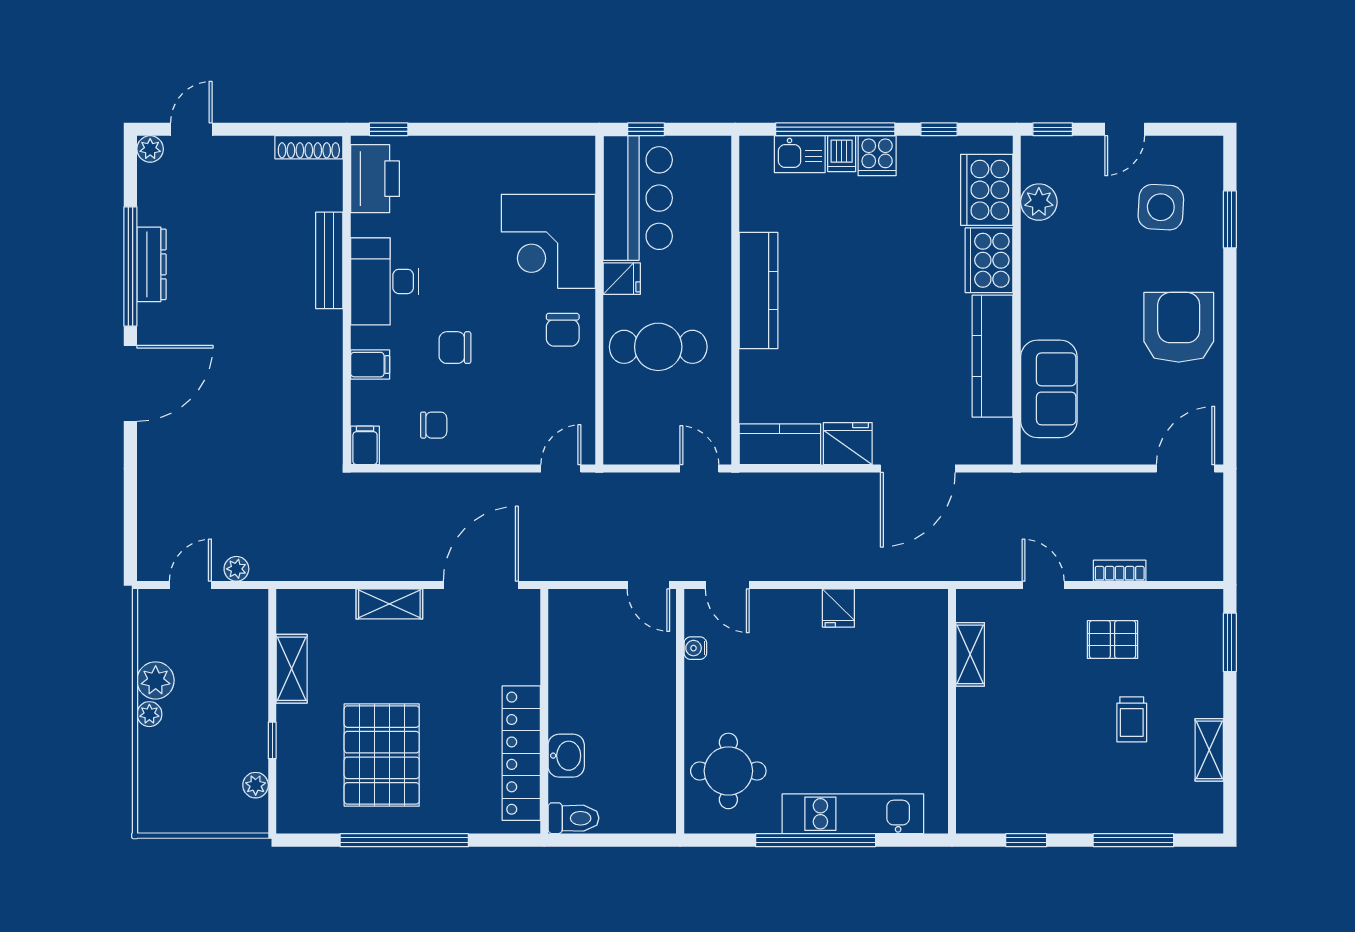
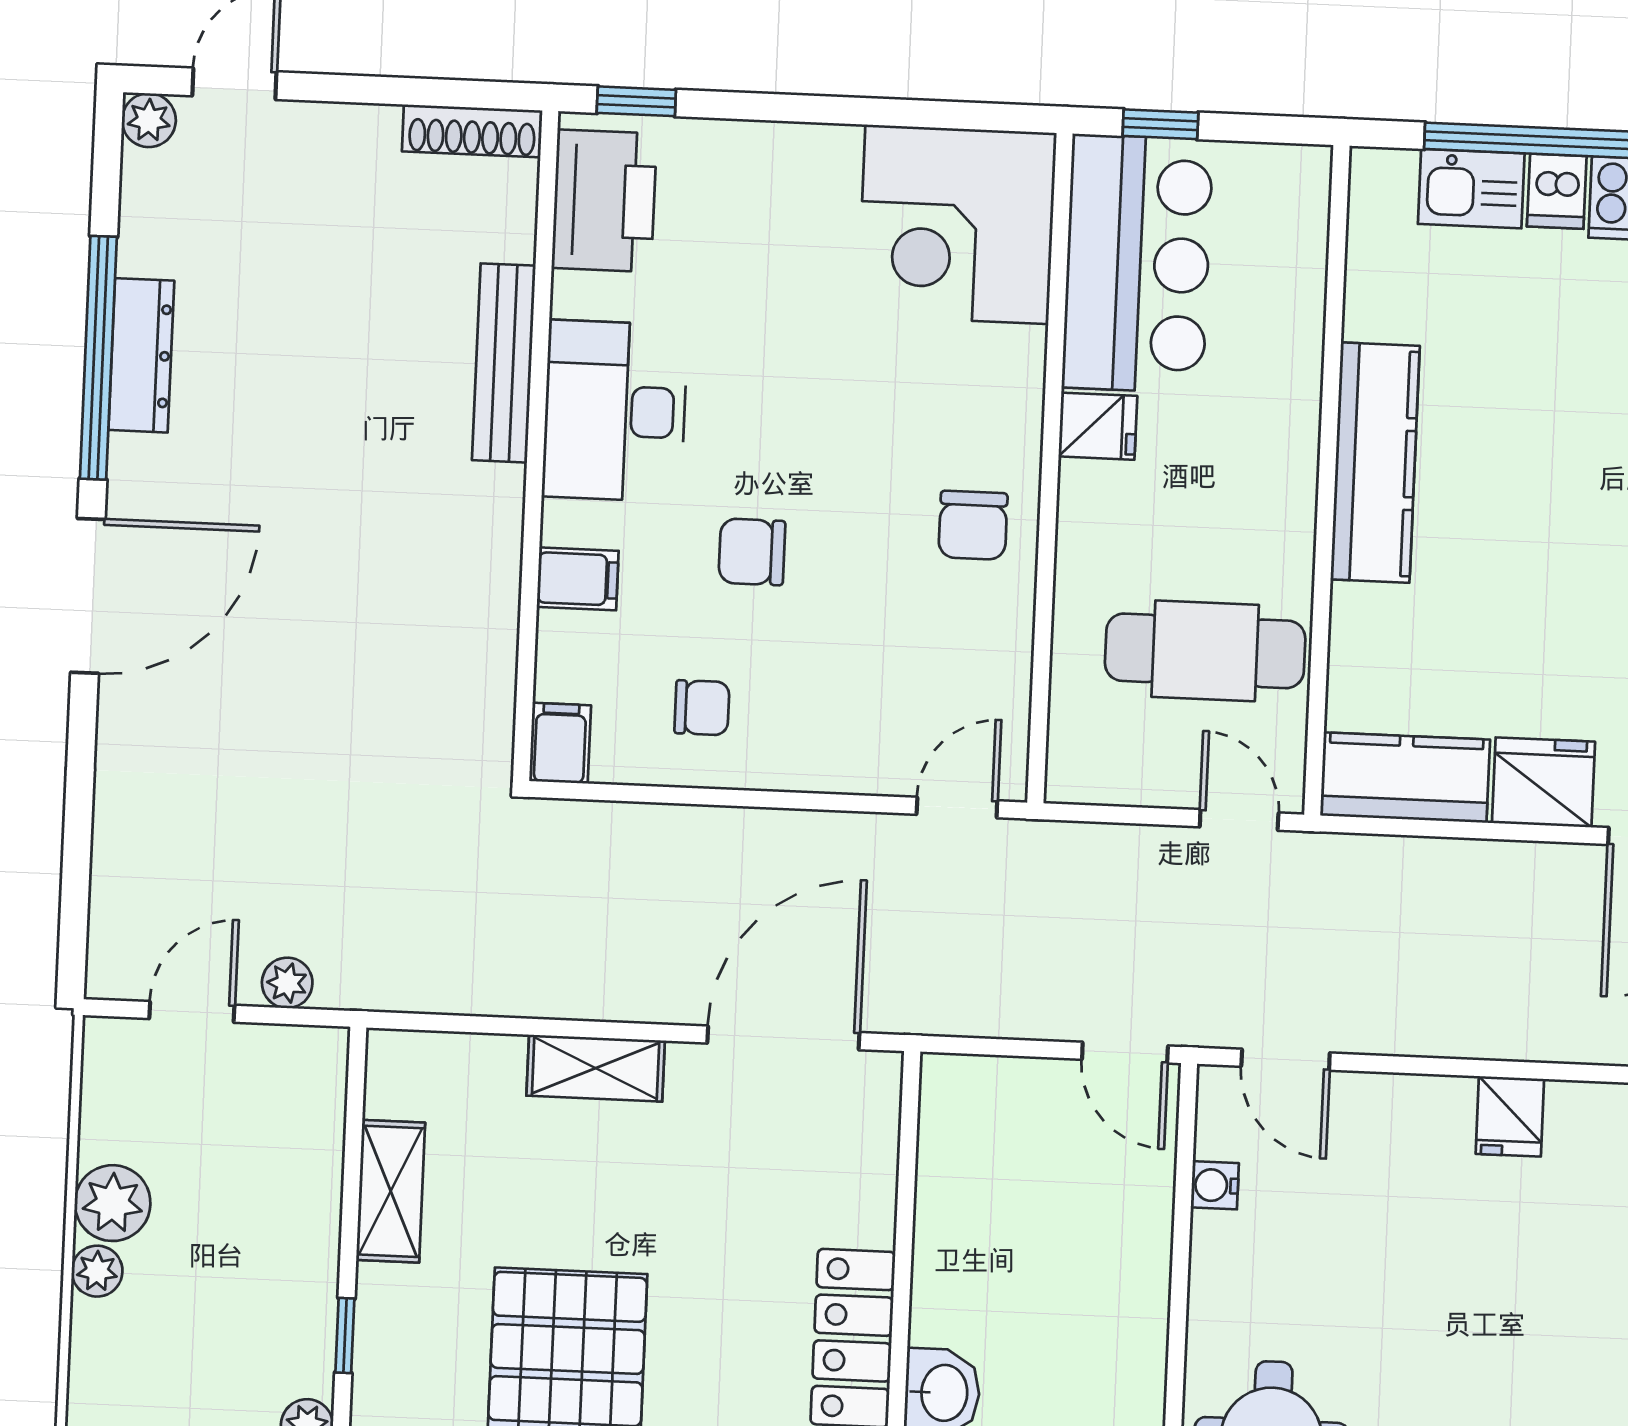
corner desk: (548, 241) -> (957, 224), moved
cafe table: (658, 347) -> (1205, 651), moved

